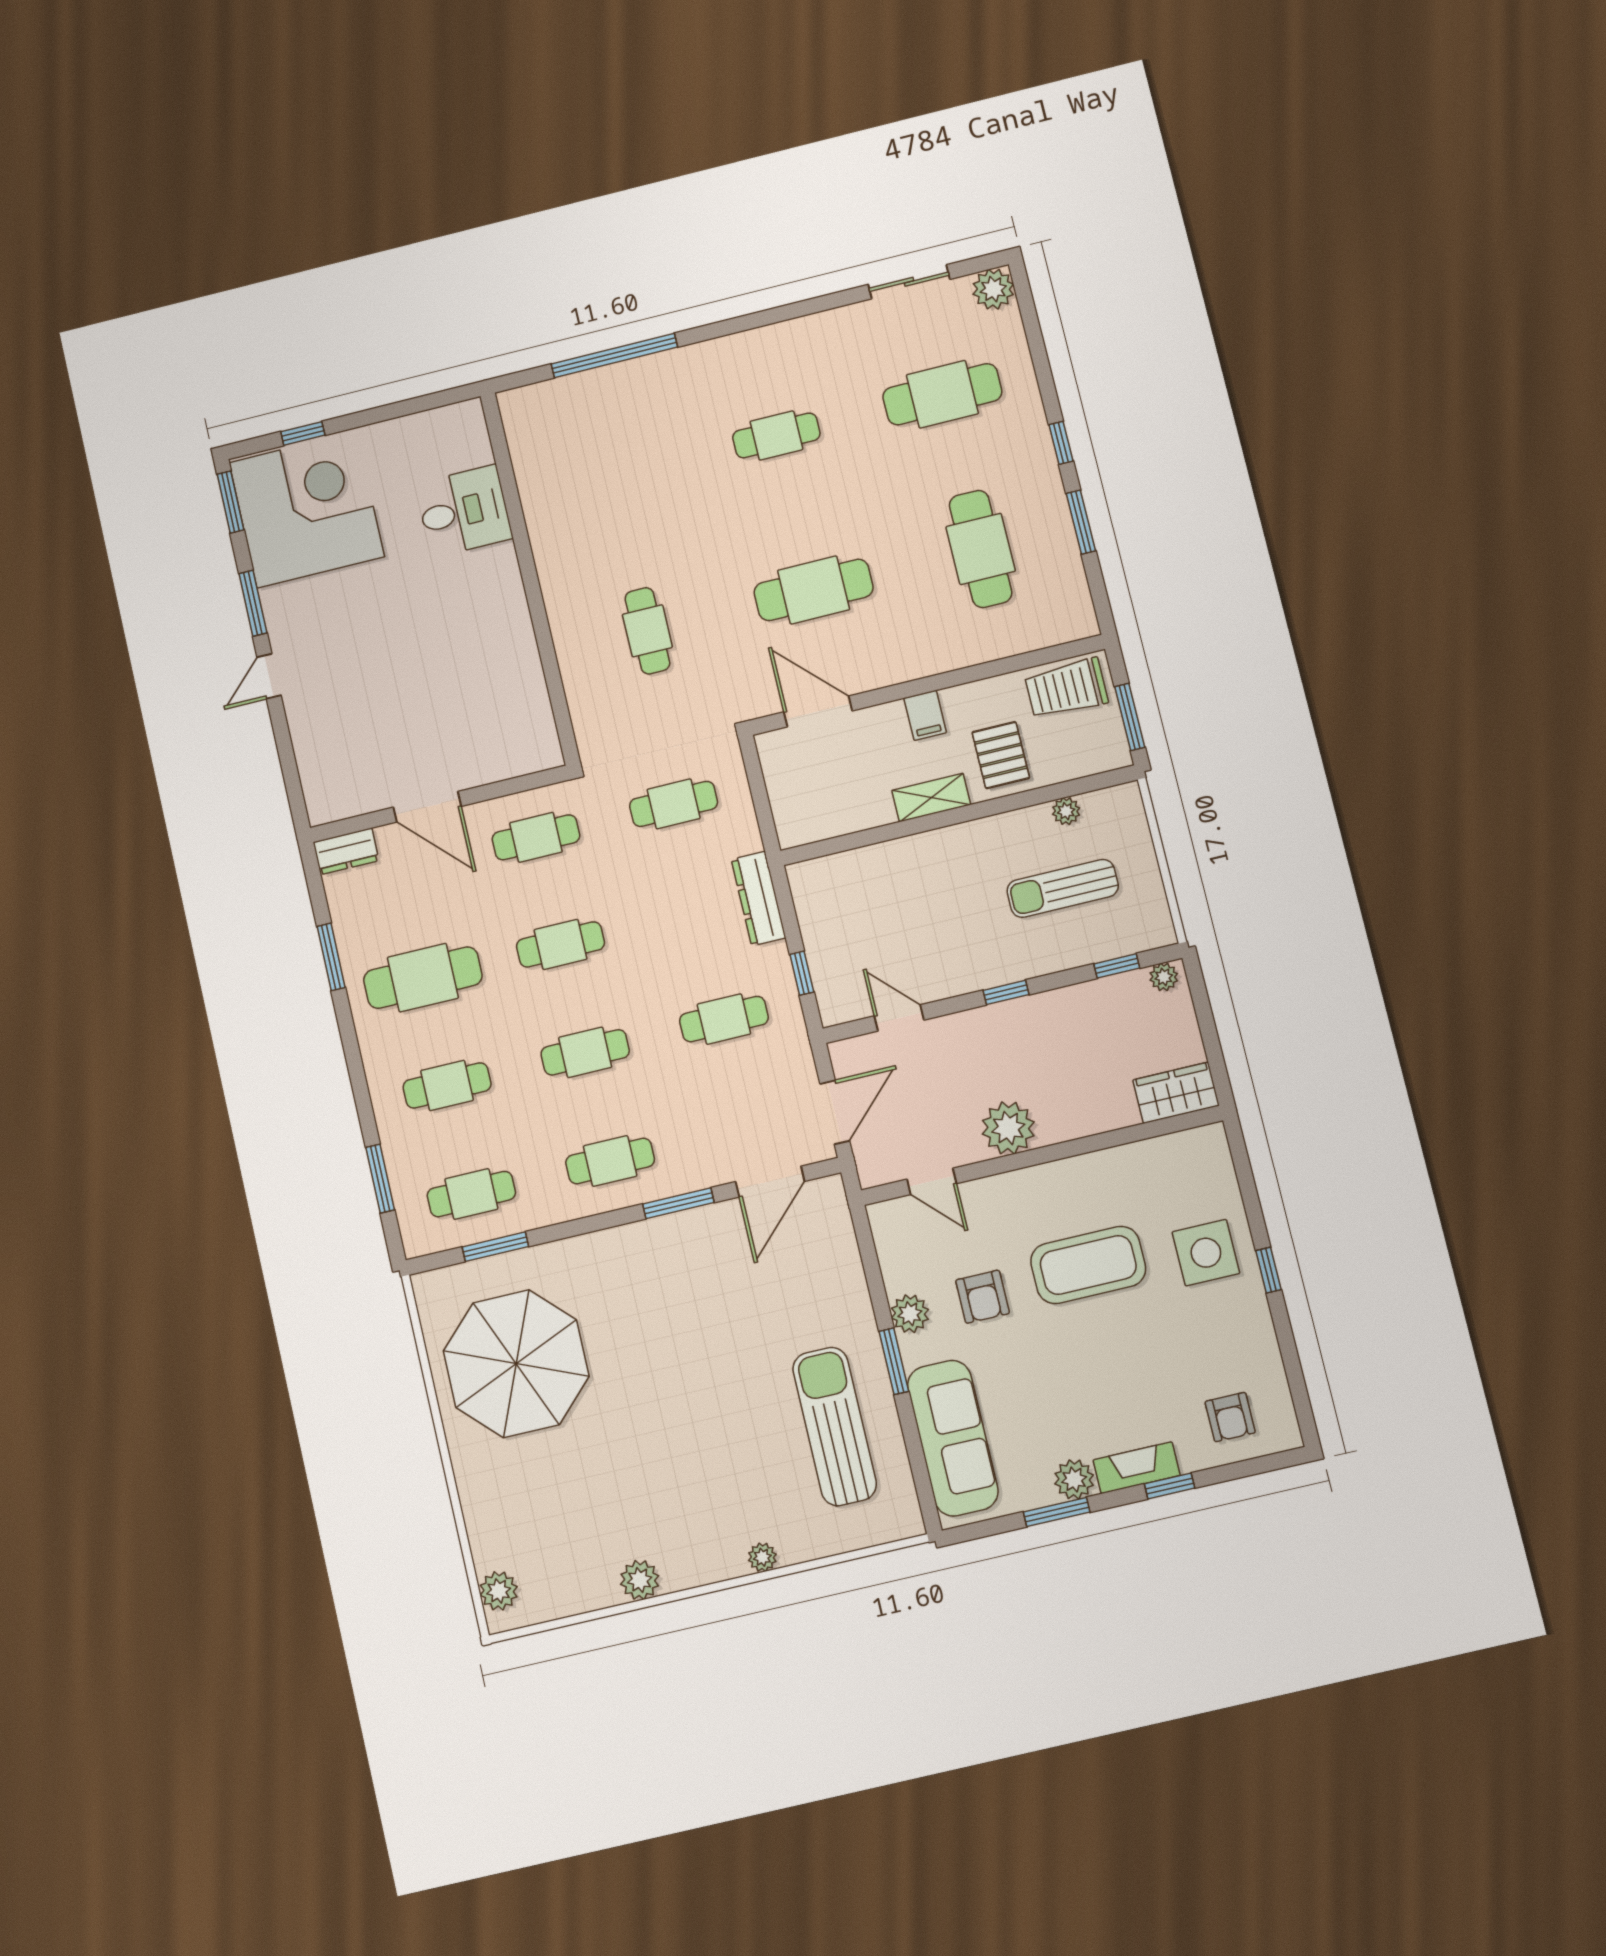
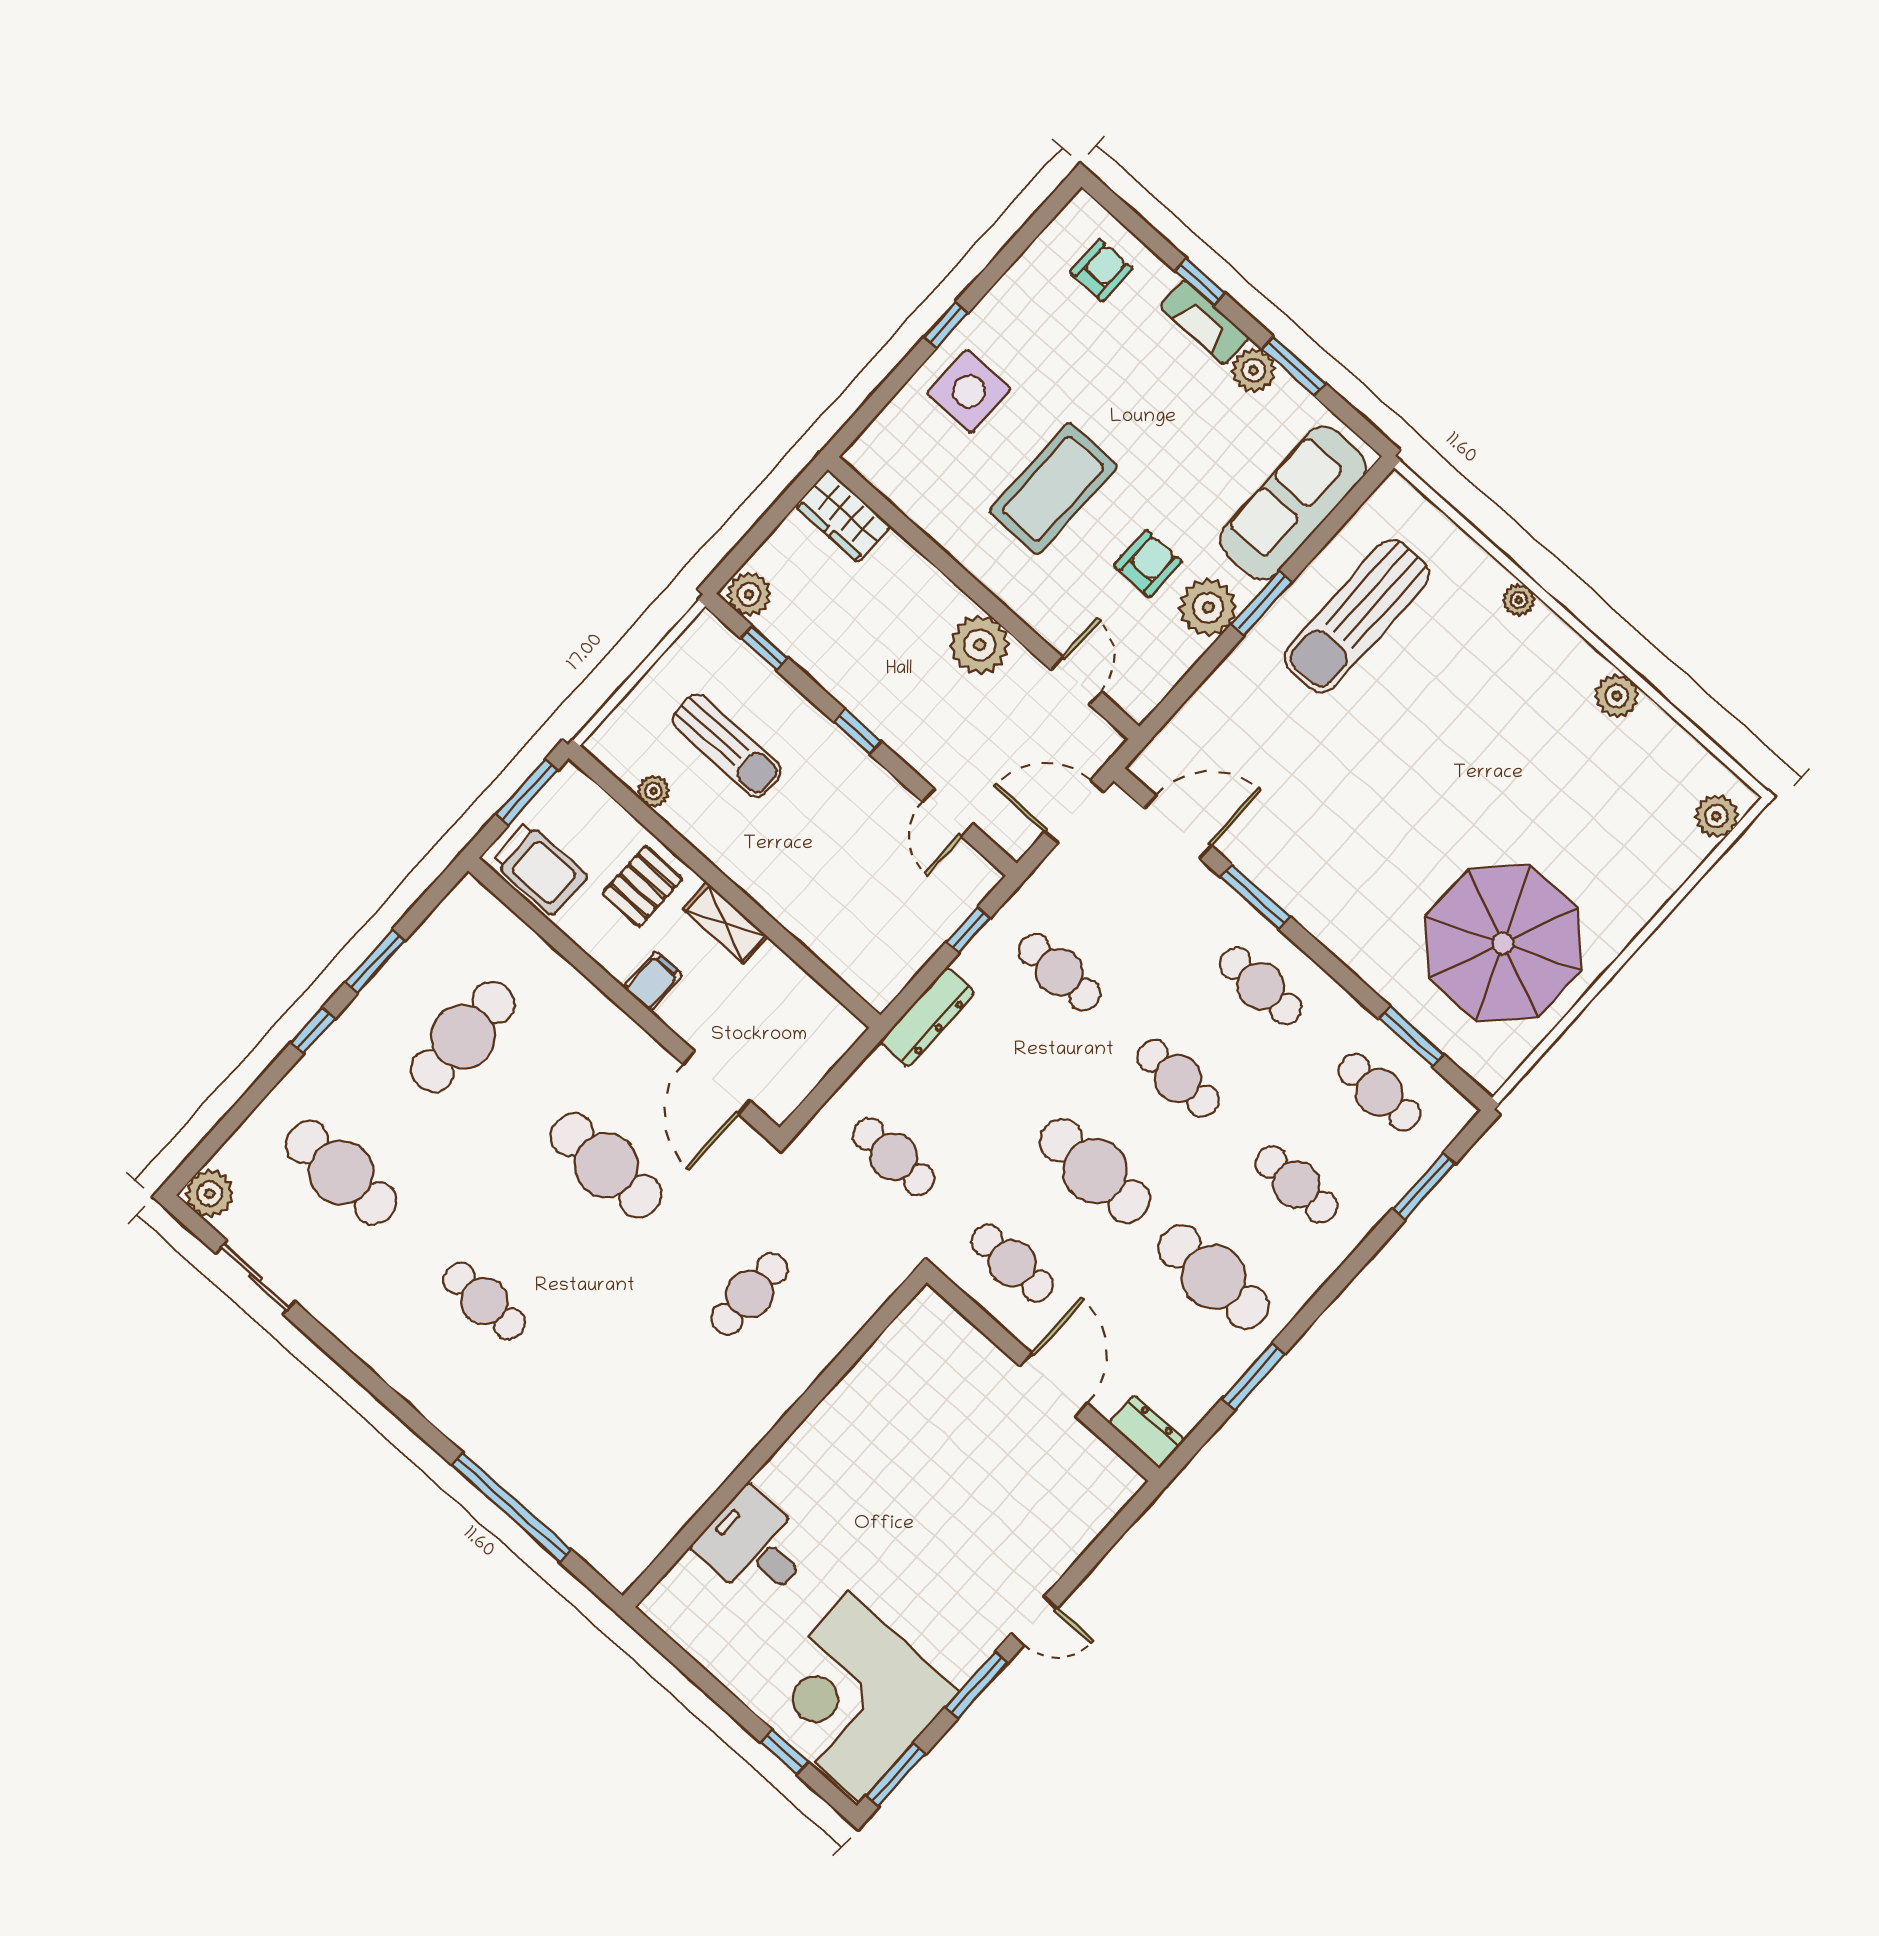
cafe table: (560, 944) -> (1095, 1171), width x1.37, depth x1.35
plant: (1164, 977) -> (749, 594), width x1.38, depth x1.38
coffee table: (1088, 1265) -> (1053, 489), turned 90
plant: (910, 1314) -> (1208, 607), width x1.36, depth x1.36

